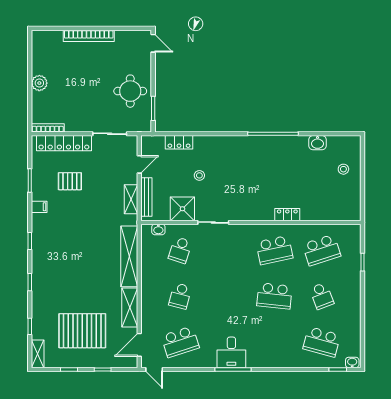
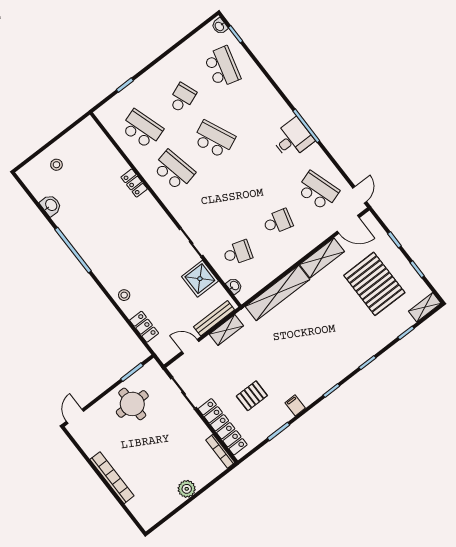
stool: (199, 175) -> (124, 295), moved
pallet: (70, 181) -> (252, 396), turned 90
school desk: (274, 296) -> (214, 139), turned -30

